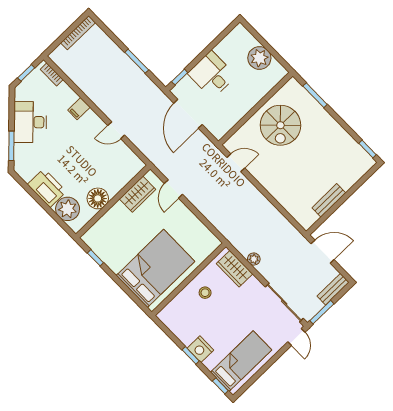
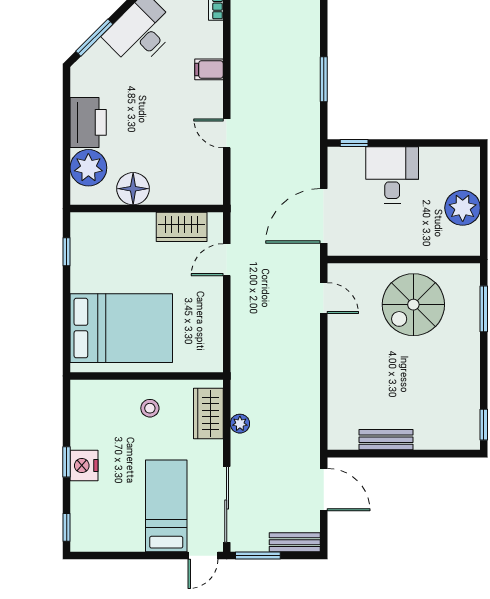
door: (188, 114) -> (324, 216), moved
bed: (241, 361) -> (166, 506), moved, turned -90

